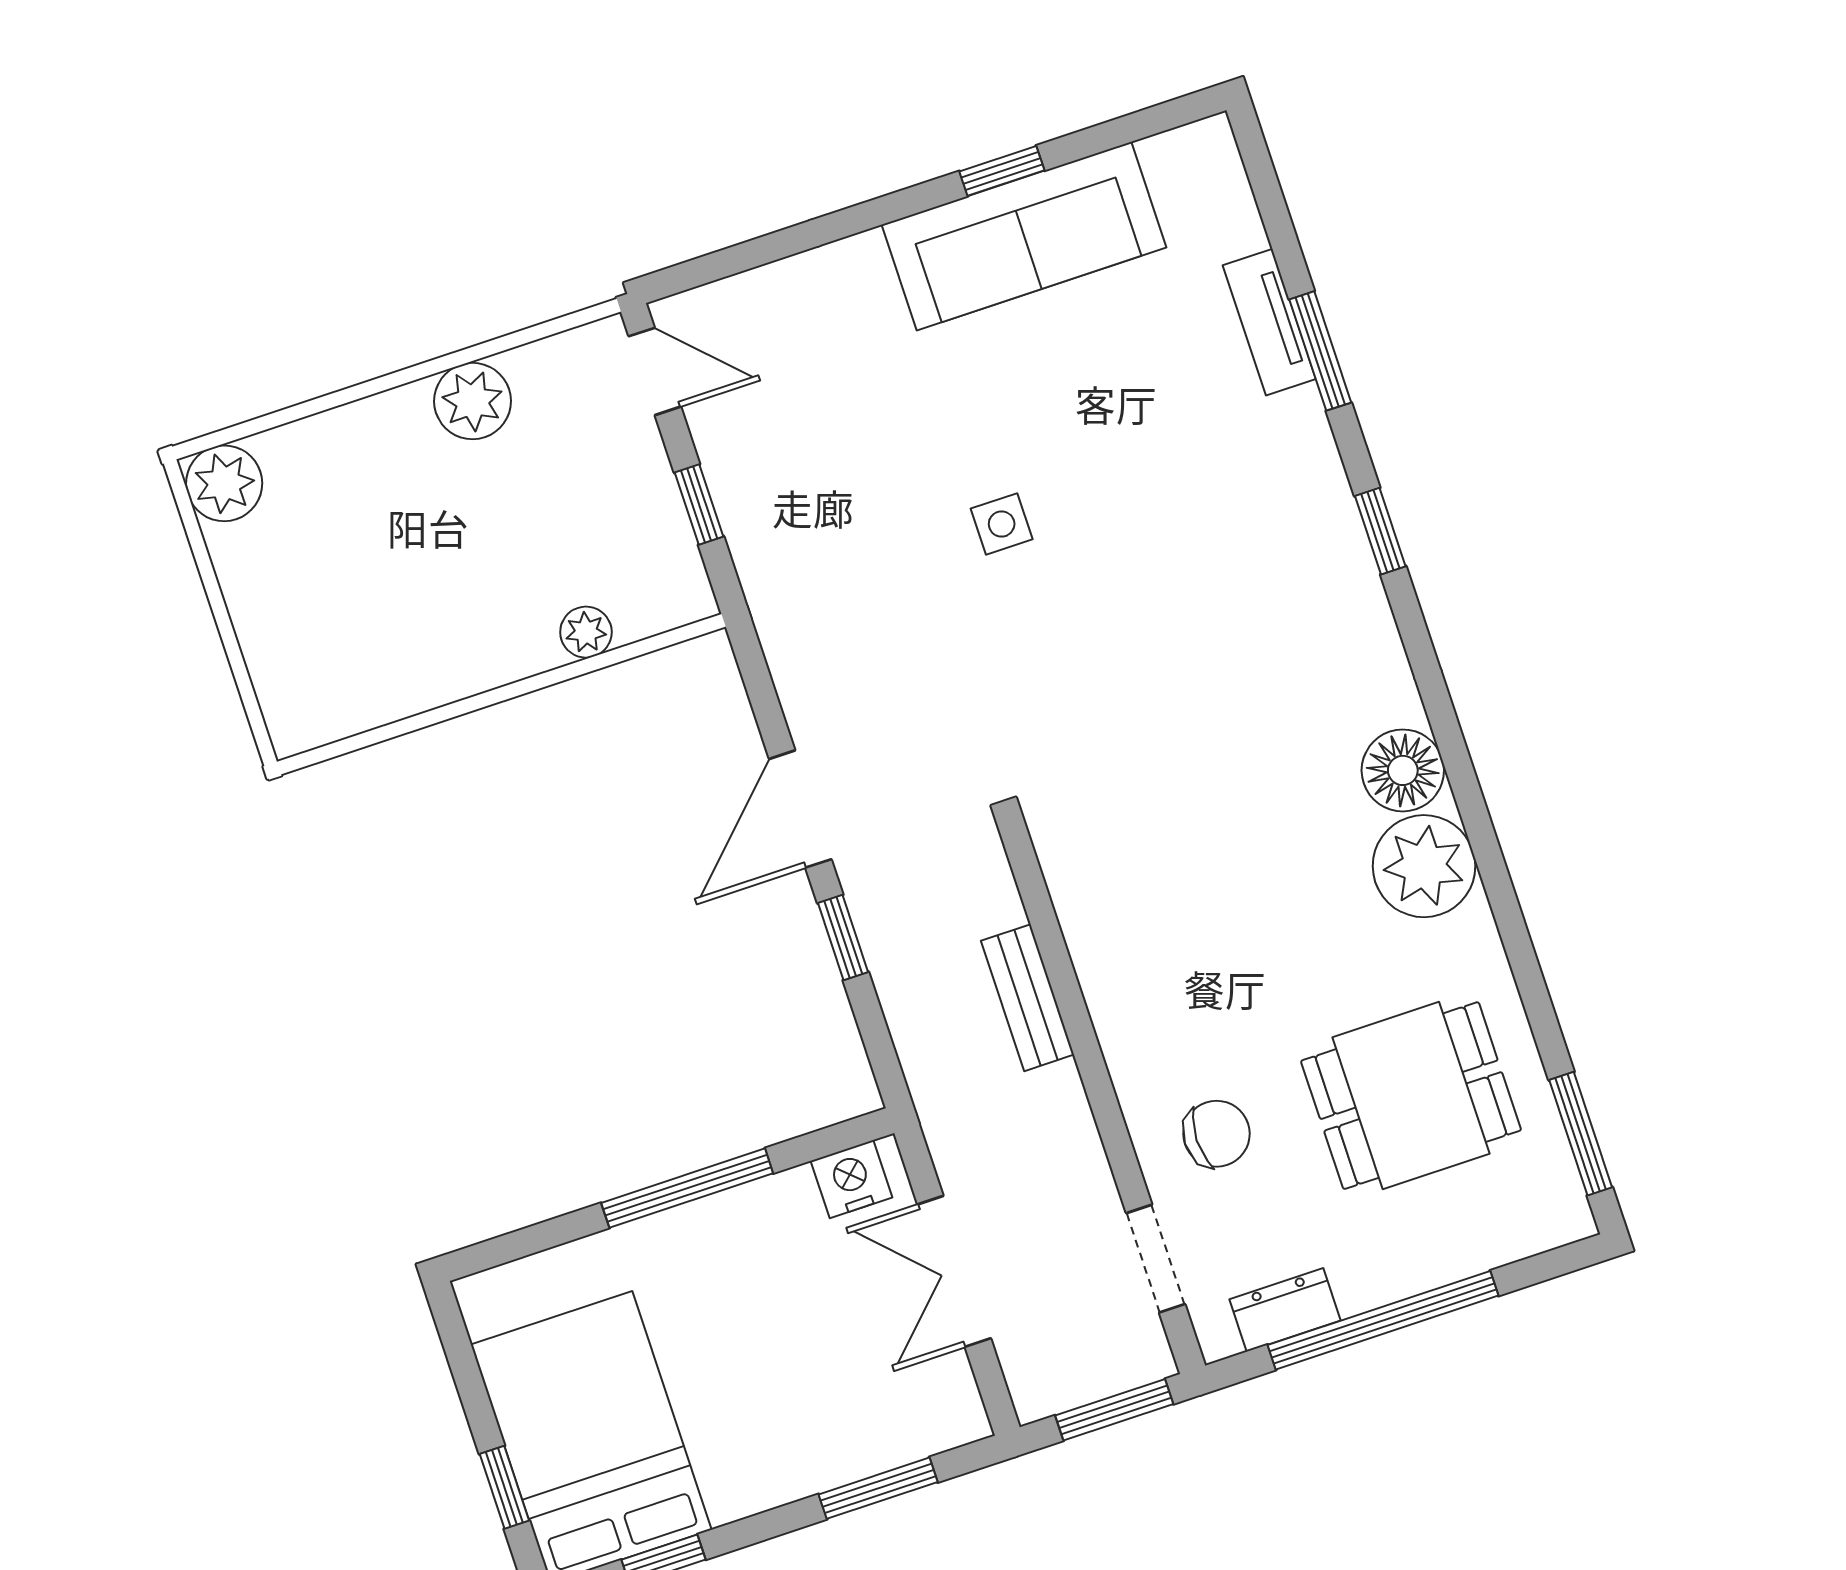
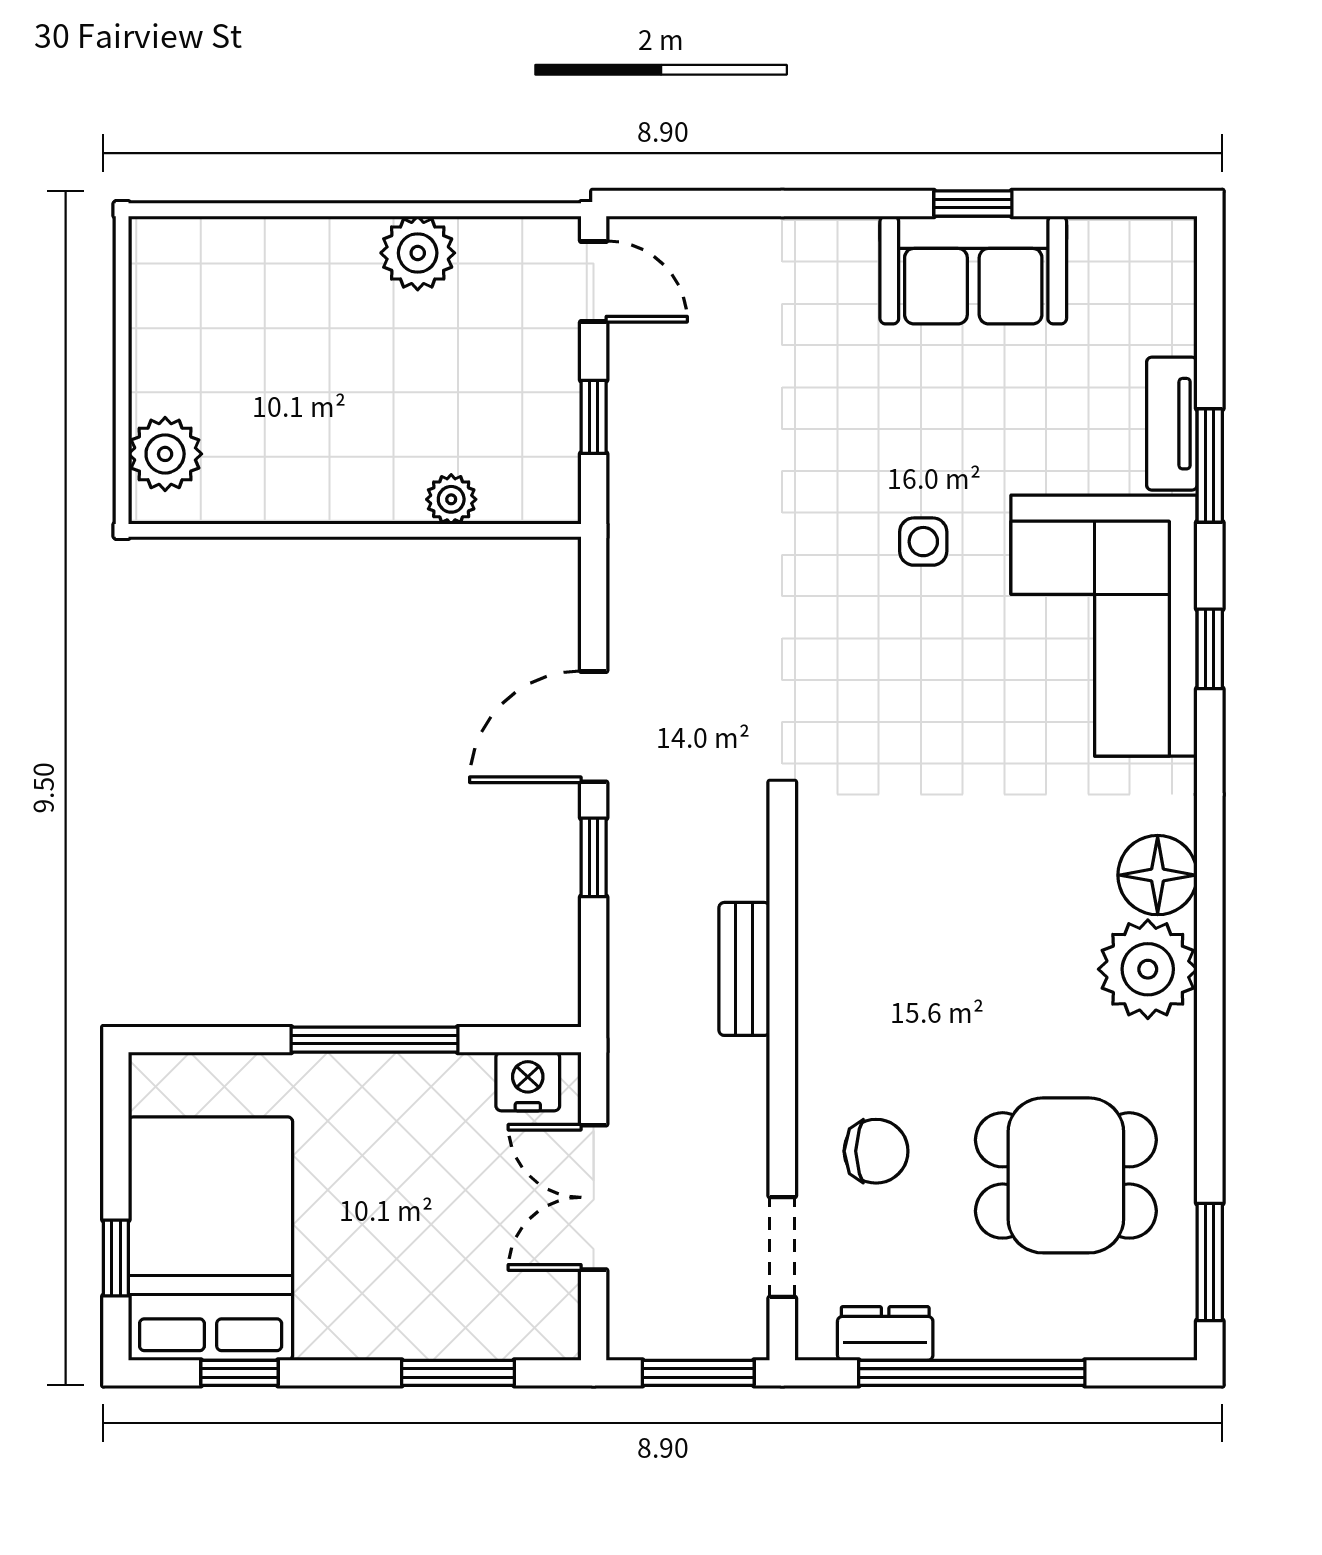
sofa: (1024, 236) -> (973, 270), width x0.73
plant: (224, 483) -> (165, 454), moved
side table: (1002, 524) -> (923, 542), moved
corner sofa: (1269, 543) -> (1104, 626), added

